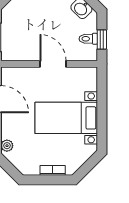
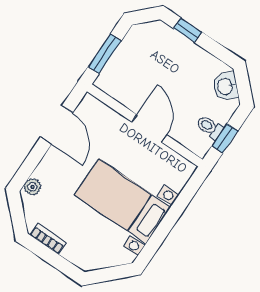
bookcase: (53, 170) -> (48, 239), moved

